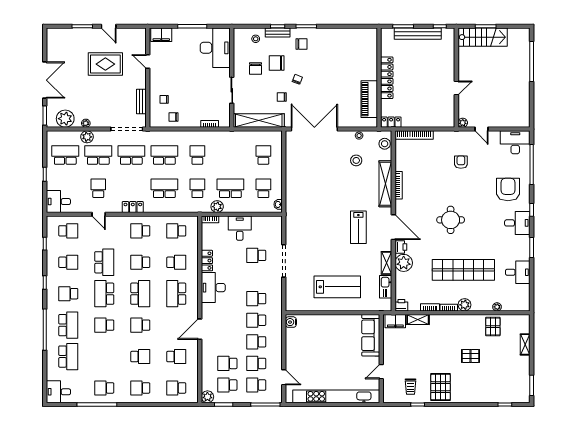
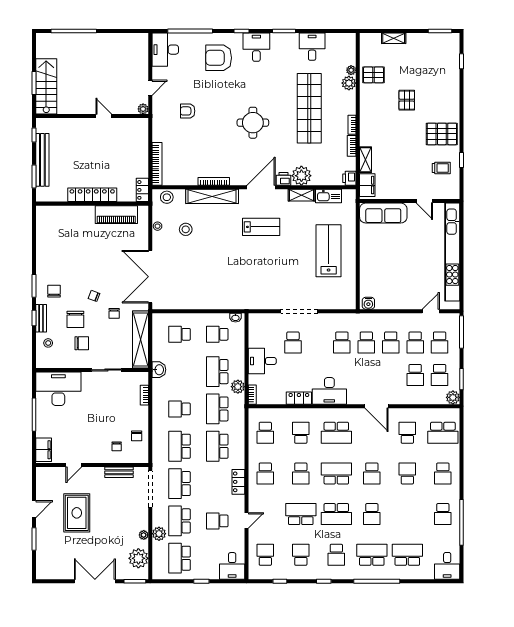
washbasin: (232, 137) -> (159, 370), added
school desk: (197, 188) -> (217, 409), width x1.85
plant: (465, 305) -> (349, 83), moved
school desk: (176, 388) -> (443, 433), width x1.85

